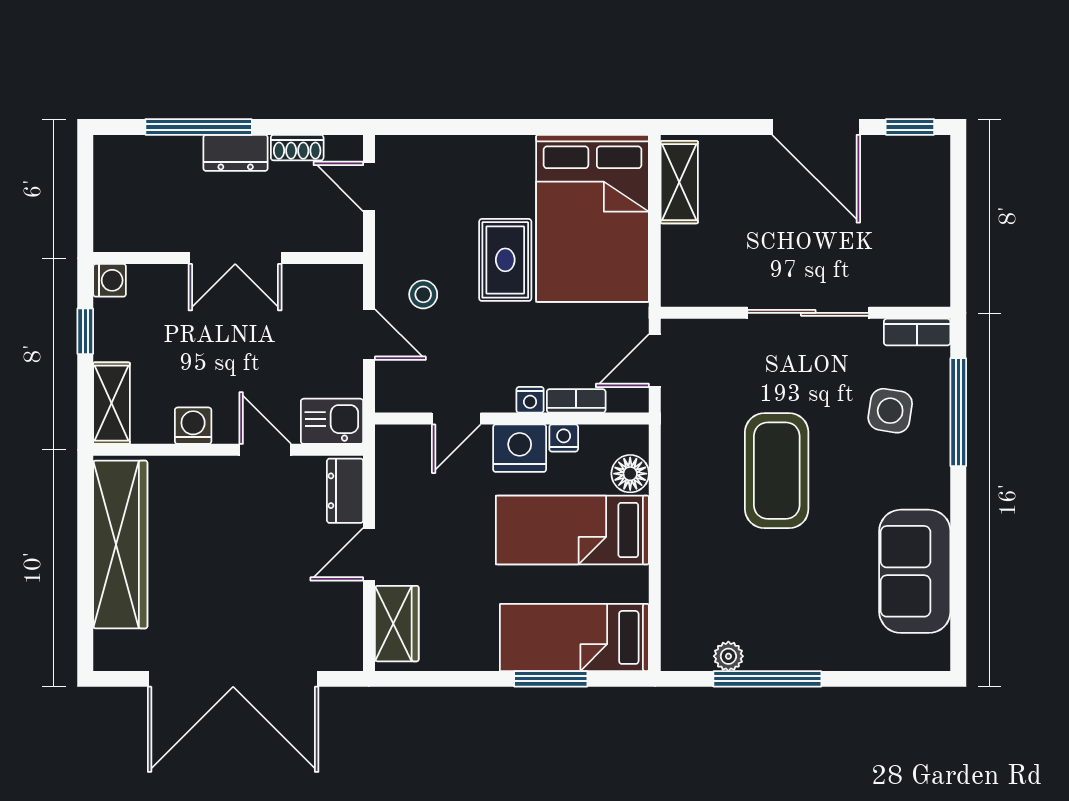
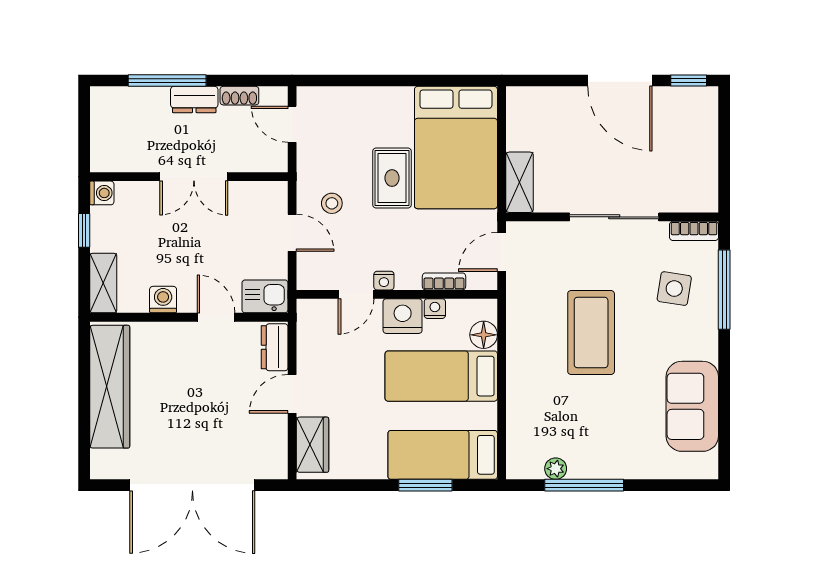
shelving: (679, 182) -> (520, 182), moved
nightstand: (530, 400) -> (384, 281), moved

